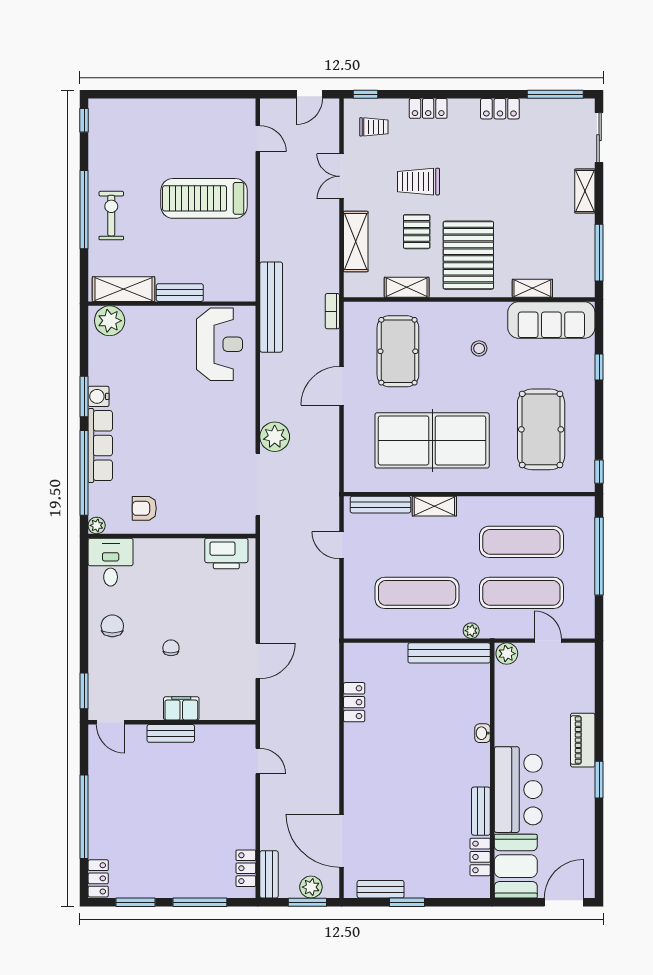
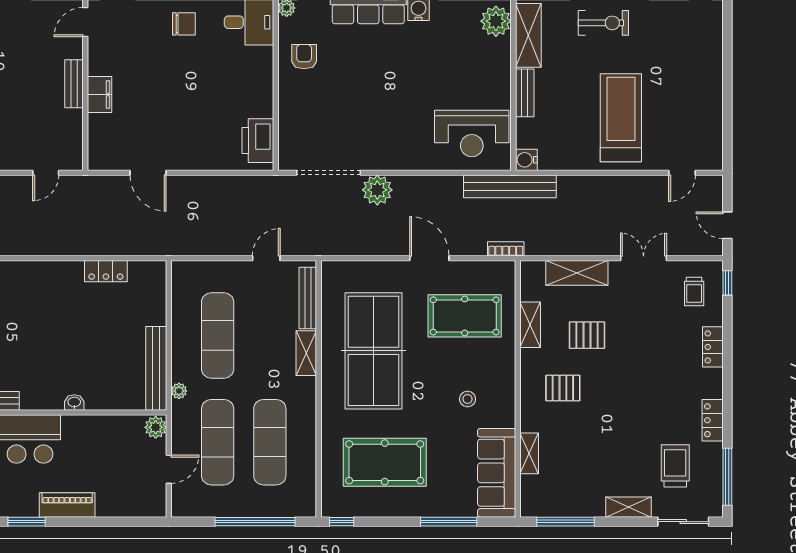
trolley: (418, 182) -> (675, 466), moved
pallet: (468, 255) -> (563, 388), width x0.49, depth x0.50
water cooler: (245, 291) -> (526, 160), added
window: (599, 367) -> (449, 522), width x2.17
chair: (171, 648) -> (161, 84), removed

